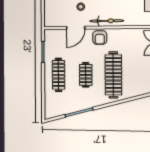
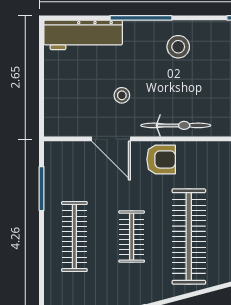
door: (76, 28) -> (111, 139), hinge flipped
armchair: (100, 37) -> (161, 159), turned -90

